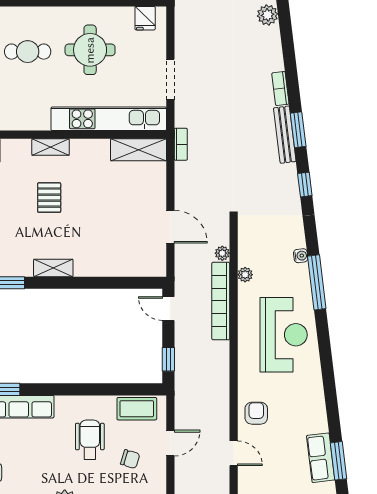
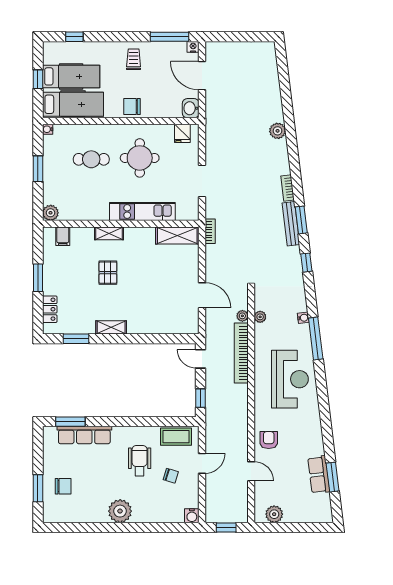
kitchen unit: (109, 119) -> (142, 211), width x0.73
plant: (245, 275) -> (260, 317), moved

